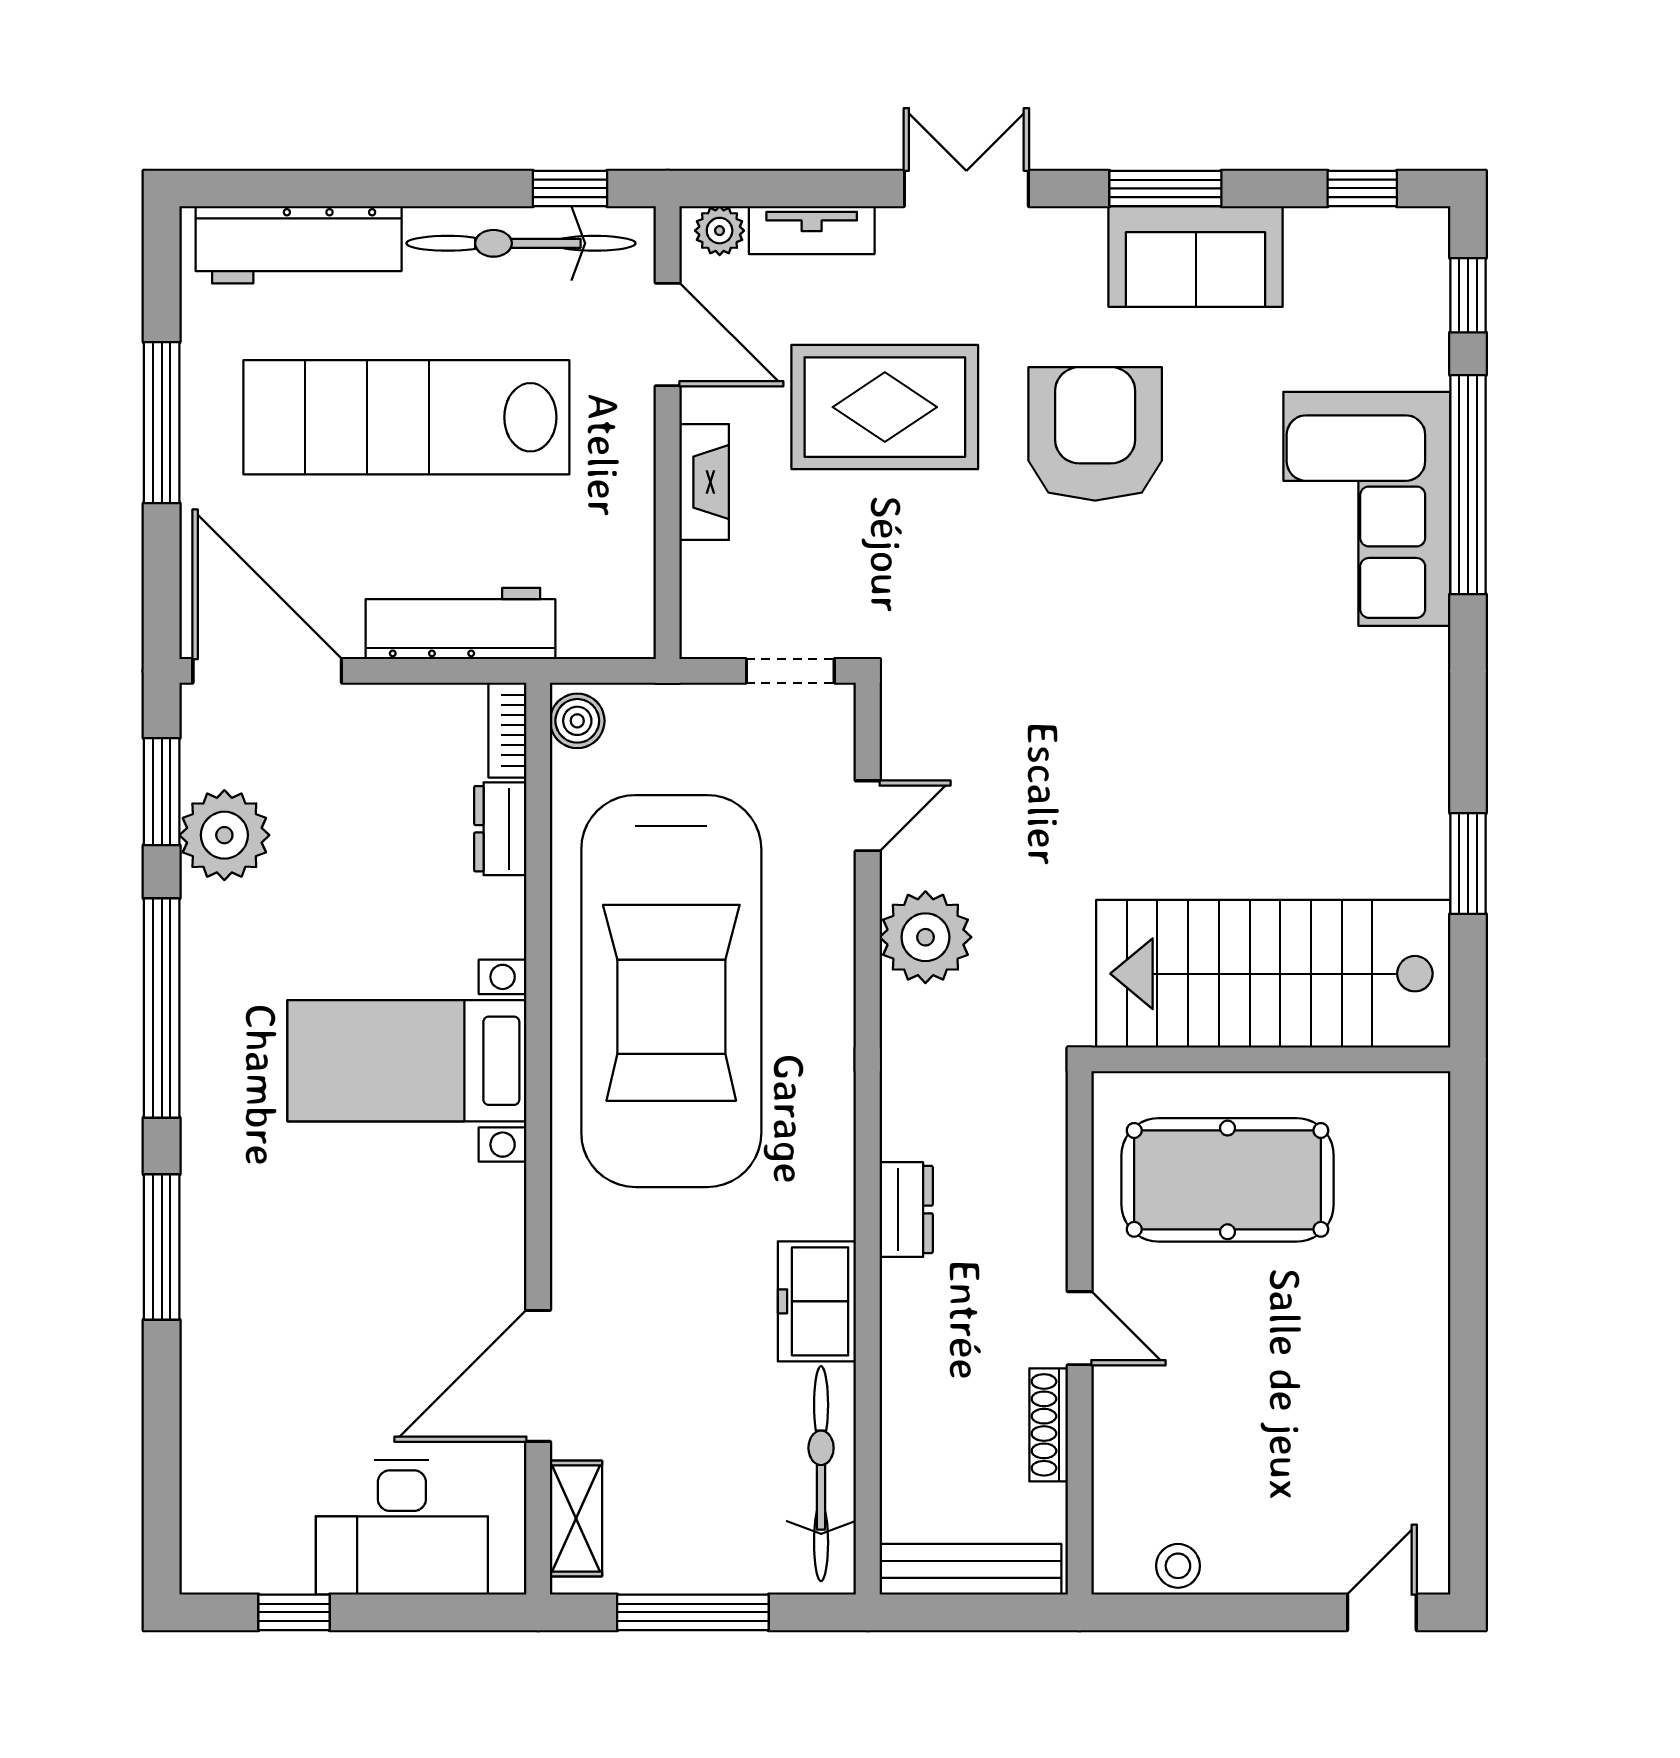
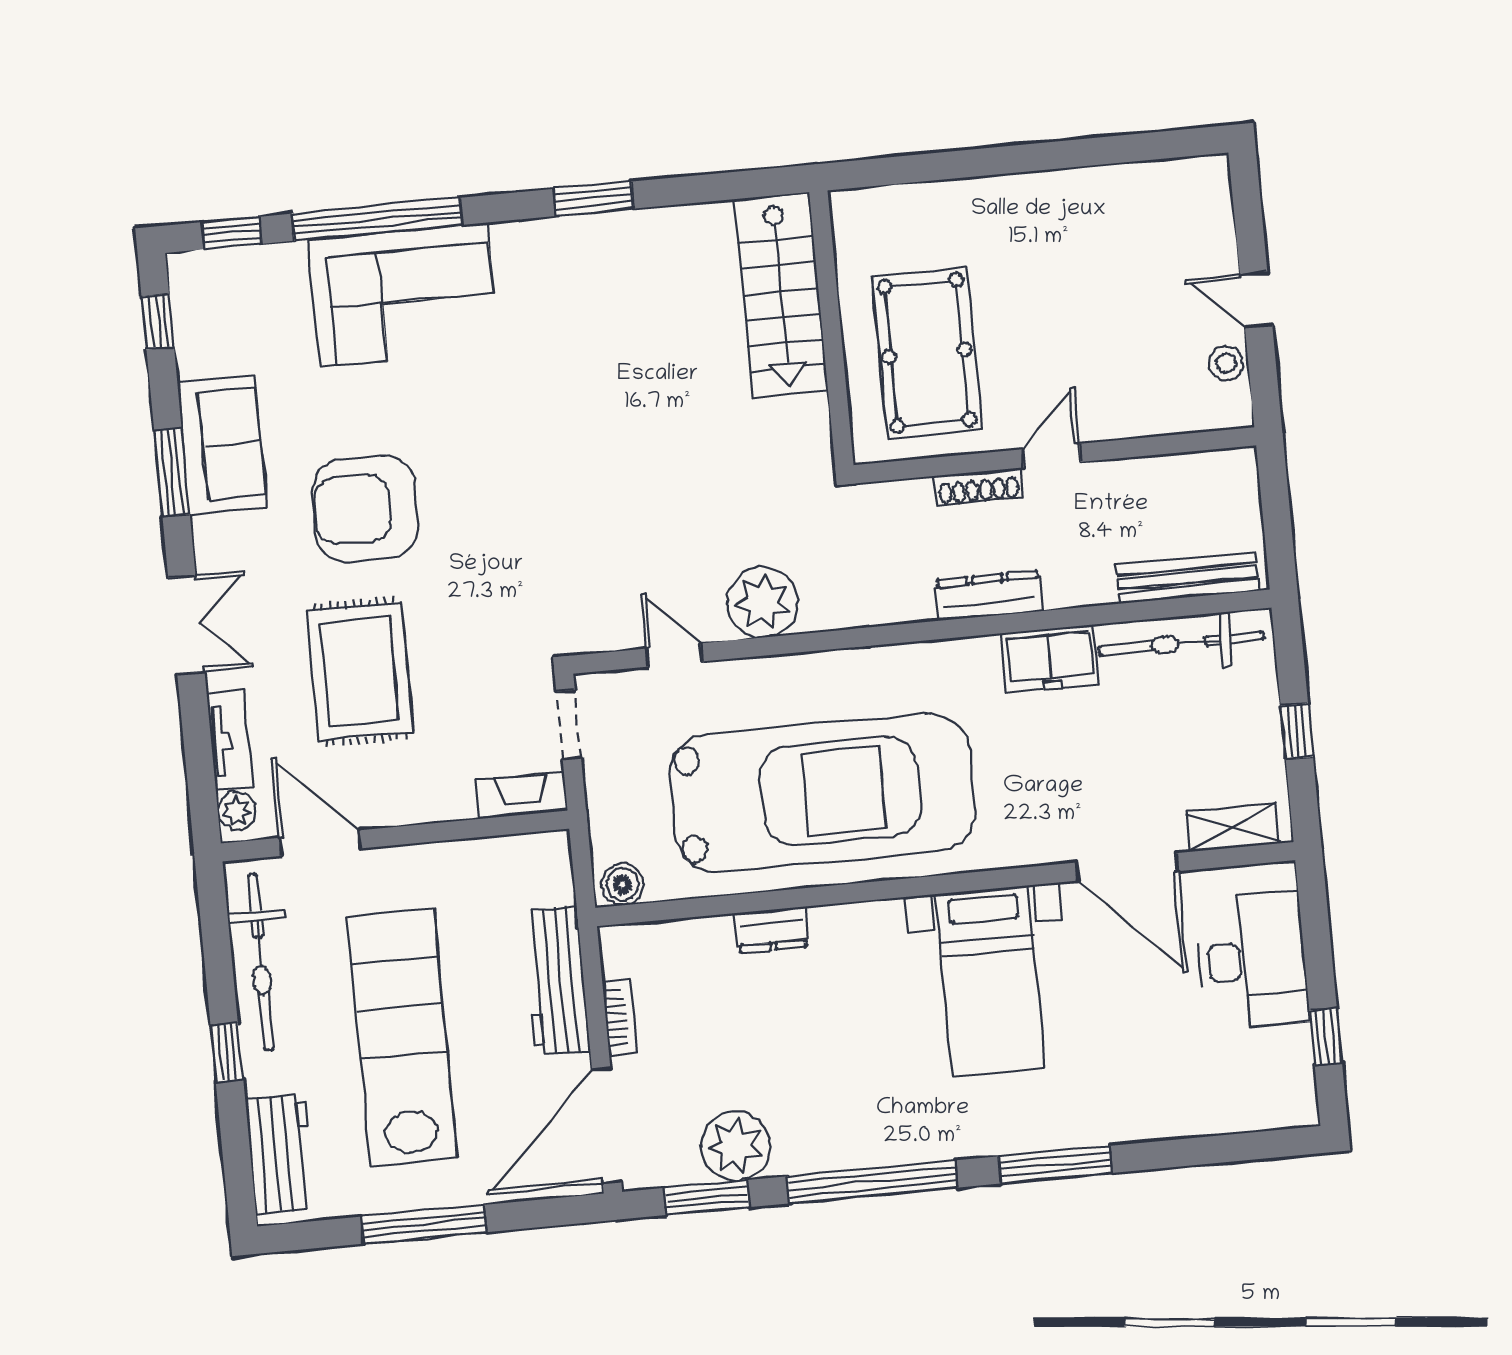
window: (570, 188) -> (227, 1052), moved
double door: (966, 188) -> (186, 625), swing flipped
workbench: (299, 245) -> (280, 1154), width x0.73
door: (668, 334) -> (320, 843), hinge flipped
lab bench: (406, 417) -> (402, 1037), turned 180
fireplace: (704, 482) -> (522, 796), moved
bookcase: (507, 730) -> (620, 1017), moved, turned -90
dresser: (500, 829) -> (772, 930), moved
window: (1468, 863) -> (594, 199), moved
stairs: (1273, 974) -> (781, 295), width x0.73, depth x0.66
bed with nightstands: (407, 1061) -> (990, 981), moved
dresser: (906, 1209) -> (989, 596), width x1.44
shoe rack: (1049, 1425) -> (979, 486), moved
bench: (970, 1569) -> (1187, 578), moved, turned 90
window: (693, 1612) -> (1297, 731), width x0.46
door: (1382, 1612) -> (1256, 300), moved

